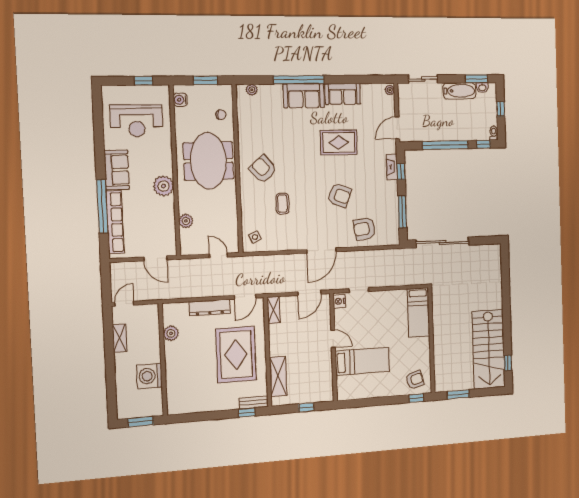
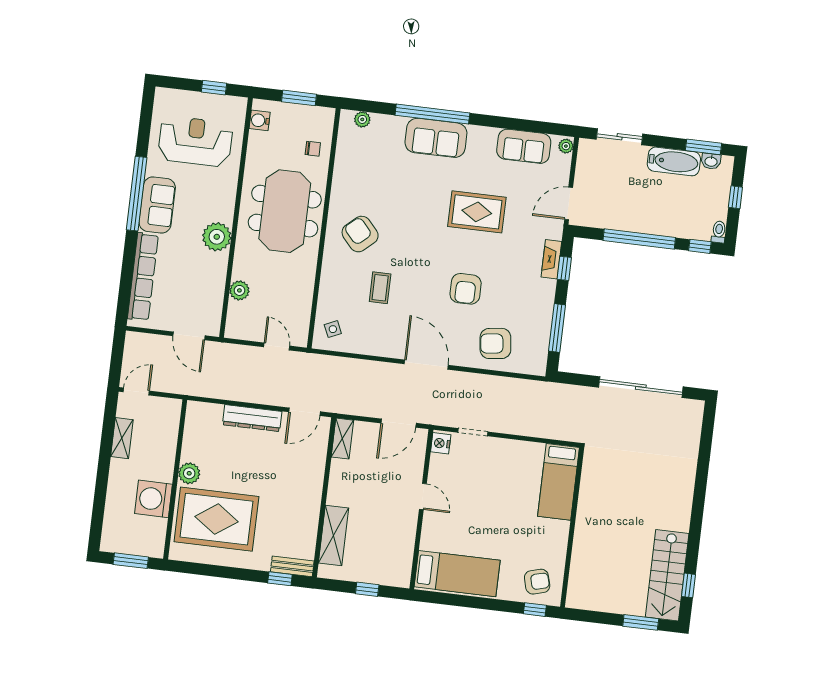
sofa: (343, 94) -> (524, 146), moved
reception desk: (137, 121) -> (195, 141), turned 180
armchair: (339, 195) -> (466, 289), turned 69
window: (102, 206) -> (137, 194), moved
sliding door: (443, 242) -> (641, 387), moved
door: (321, 251) -> (426, 365), swing flipped
plant: (171, 333) -> (189, 473), moved
stairs: (489, 349) -> (667, 575), width x0.73, depth x0.66
rug: (236, 355) -> (216, 519), moved, turned 90
bed: (362, 361) -> (457, 574), moved
window: (458, 394) -> (641, 622), moved

